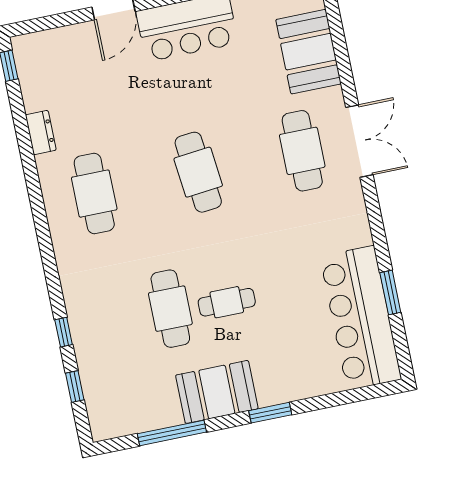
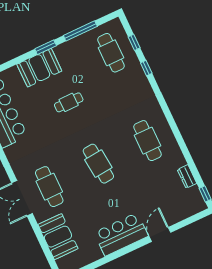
dresser: (41, 132) -> (187, 176), moved
cafe table: (170, 309) -> (111, 53), moved
booth: (217, 392) -> (39, 68), moved
window: (270, 413) -> (46, 47), moved

